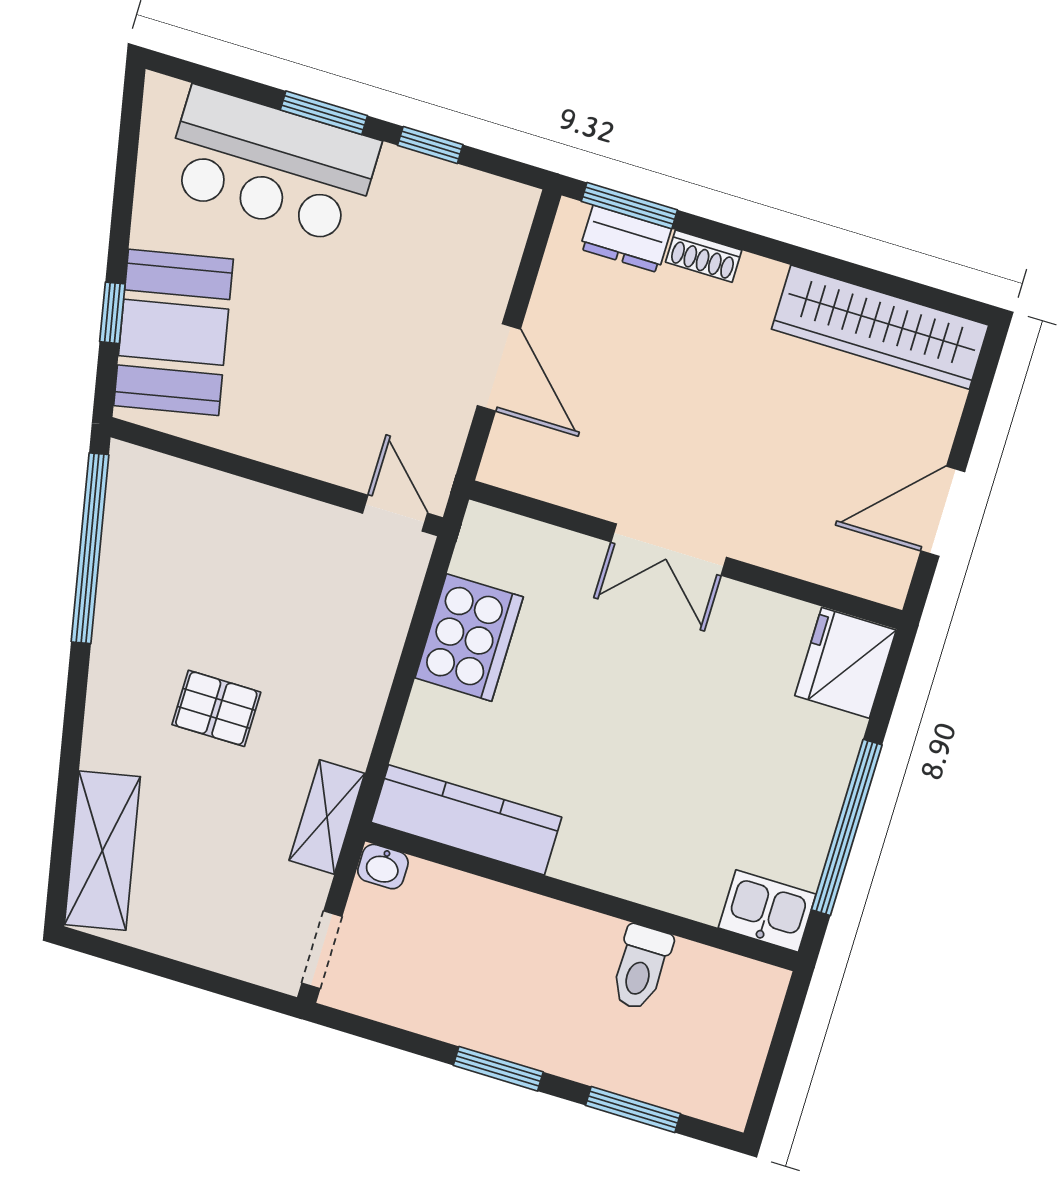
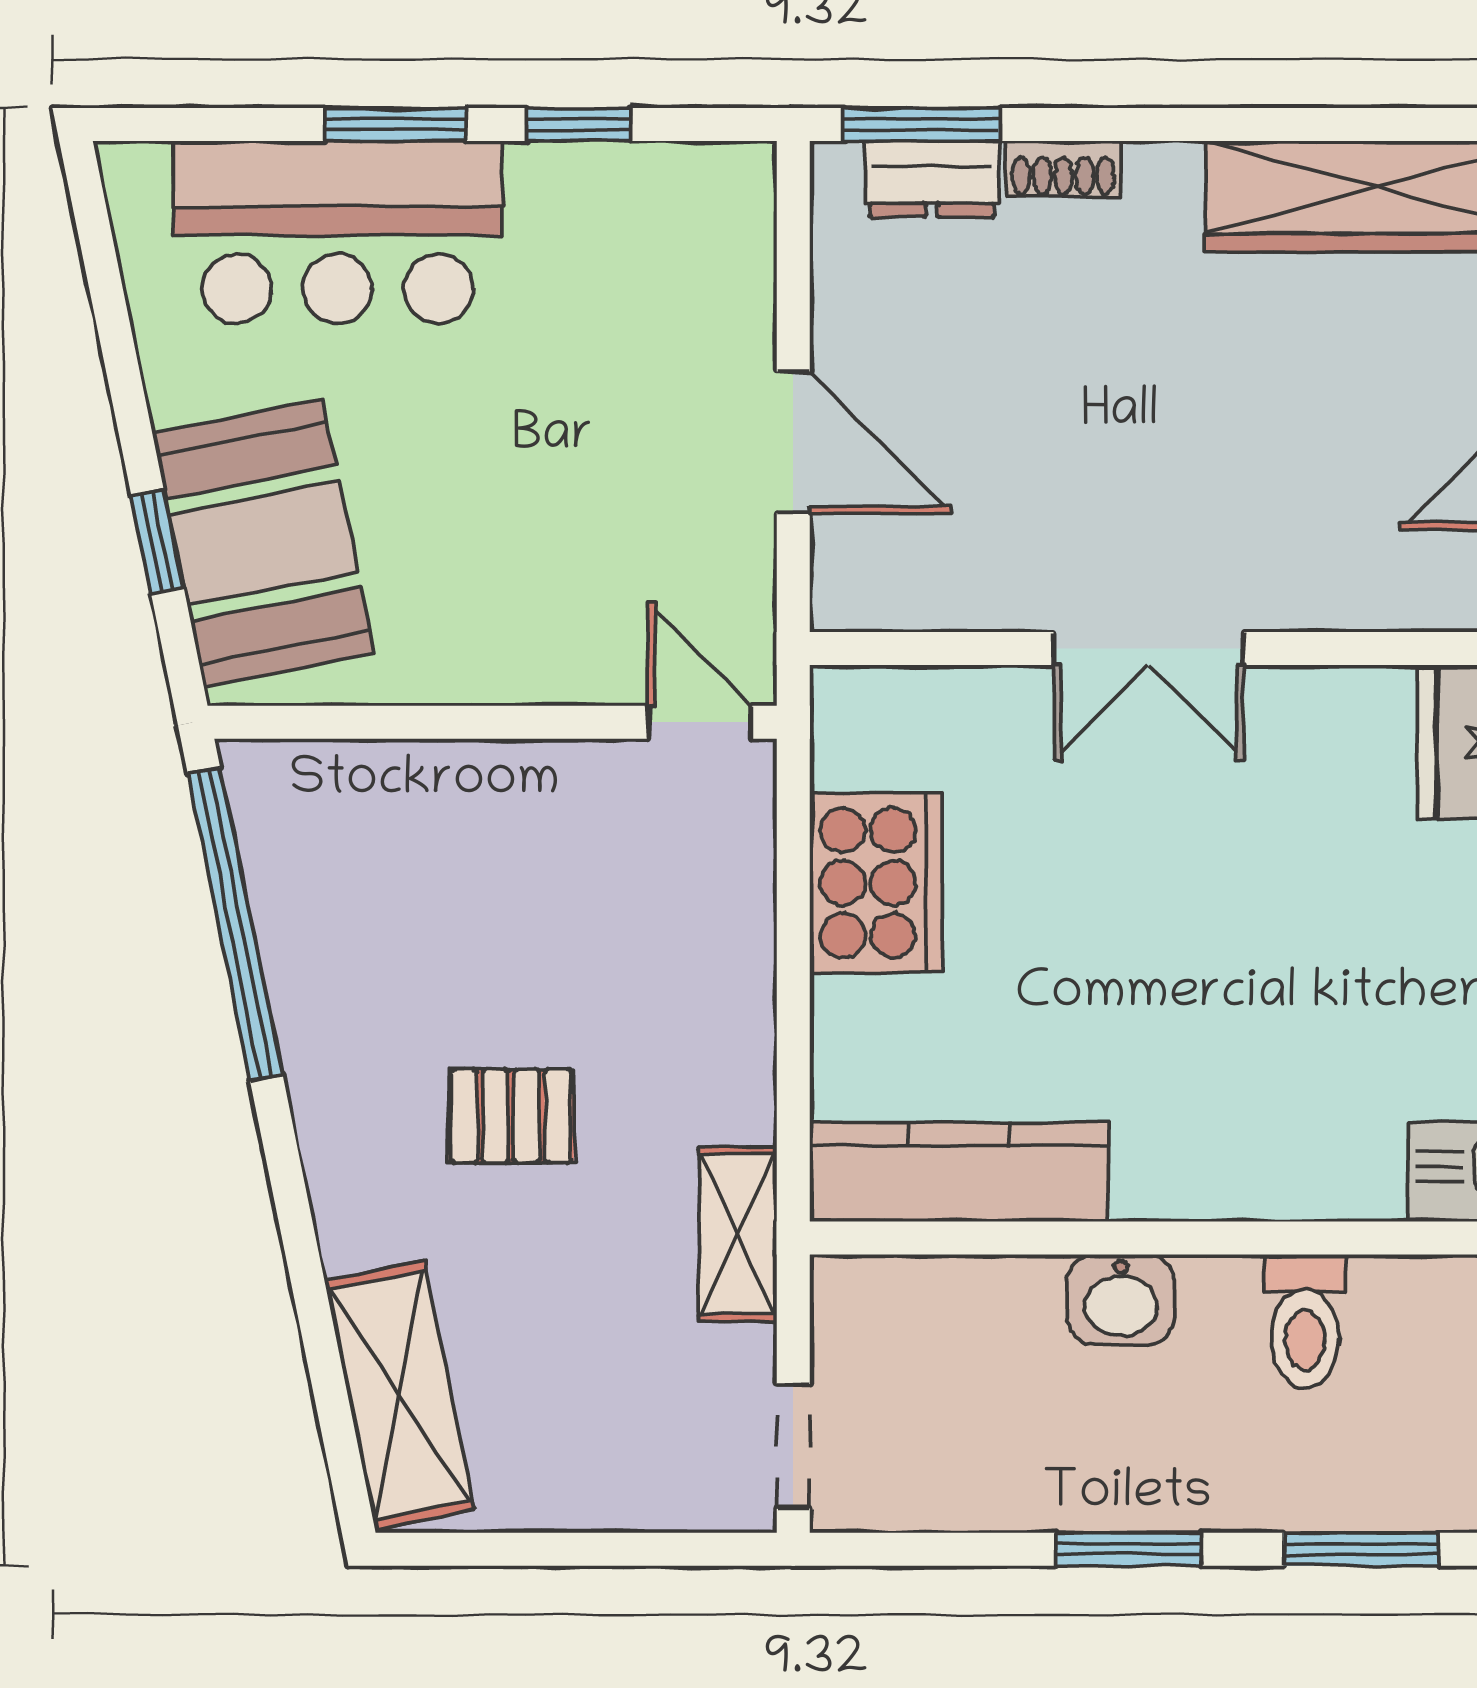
washbasin: (383, 867) -> (1121, 1300), moved, width x1.38, depth x1.45

